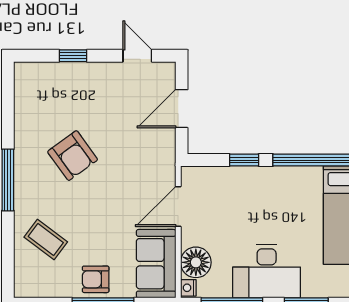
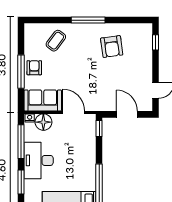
window: (73, 56) -> (156, 42), moved
armchair: (73, 156) -> (112, 47), moved, turned -62
window: (244, 160) -> (99, 129), moved

